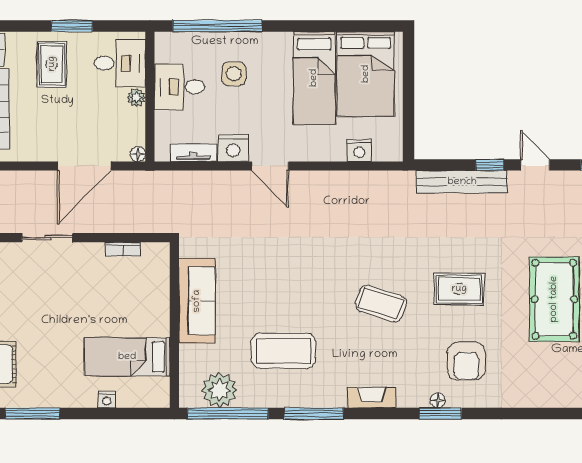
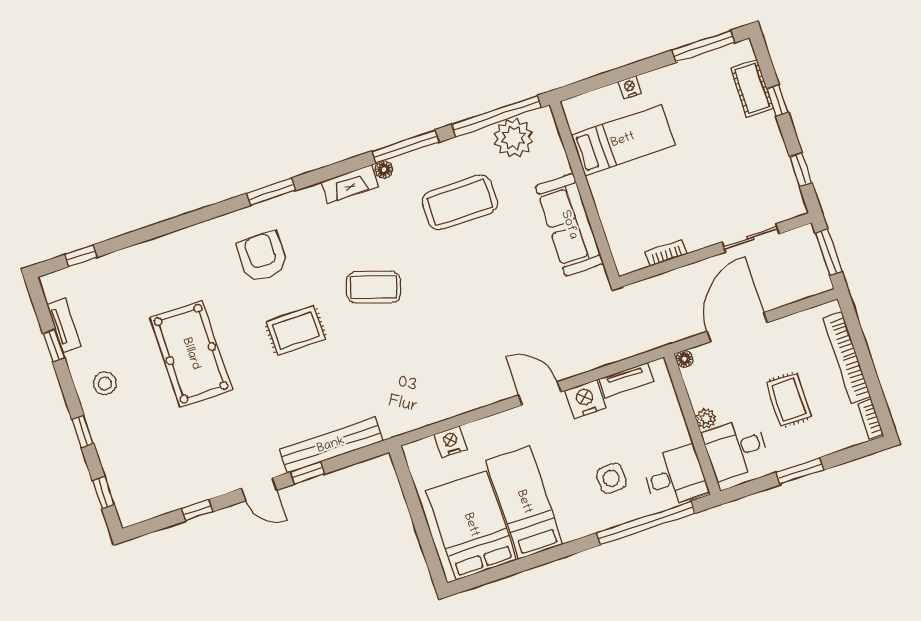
rug: (52, 64) -> (789, 400), moved
desk: (179, 87) -> (675, 477), moved
floor lamp: (438, 400) -> (384, 169), moved

